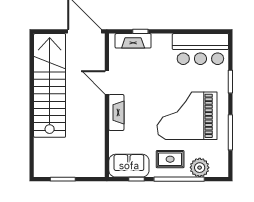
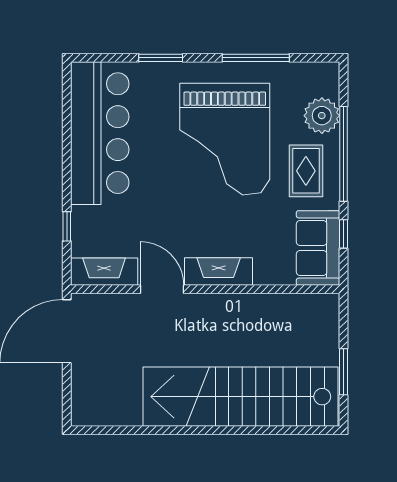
fireplace: (133, 41) -> (104, 272), moved, turned -90
bar counter: (200, 49) -> (100, 133), width x1.36
door: (107, 82) -> (162, 289), swing flipped
stairs: (50, 85) -> (240, 397), moved

